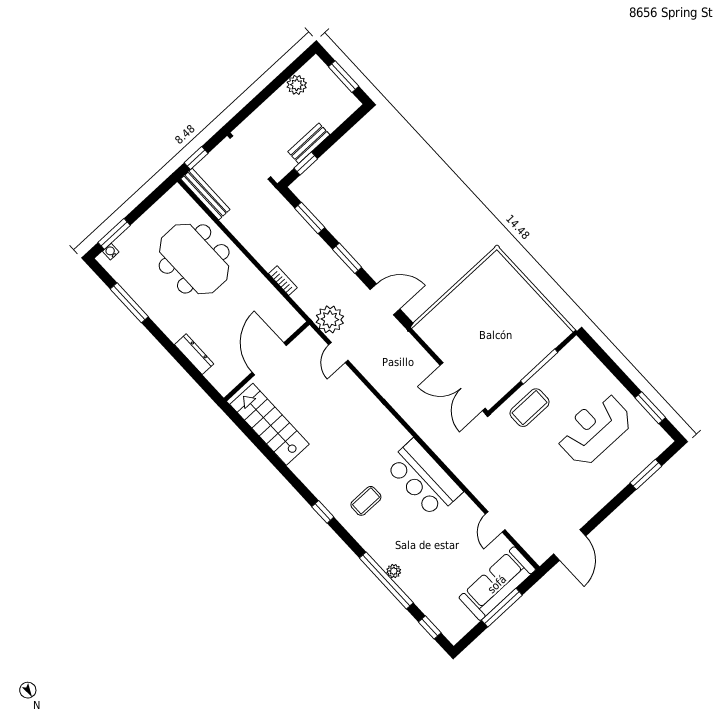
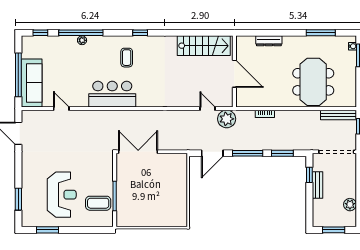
window: (347, 258) -> (248, 153), width x1.44
meeting table: (194, 259) -> (313, 82), turned 90
coffee table: (530, 408) -> (98, 203), moved, turned 90
window: (502, 608) -> (18, 75), width x1.46

